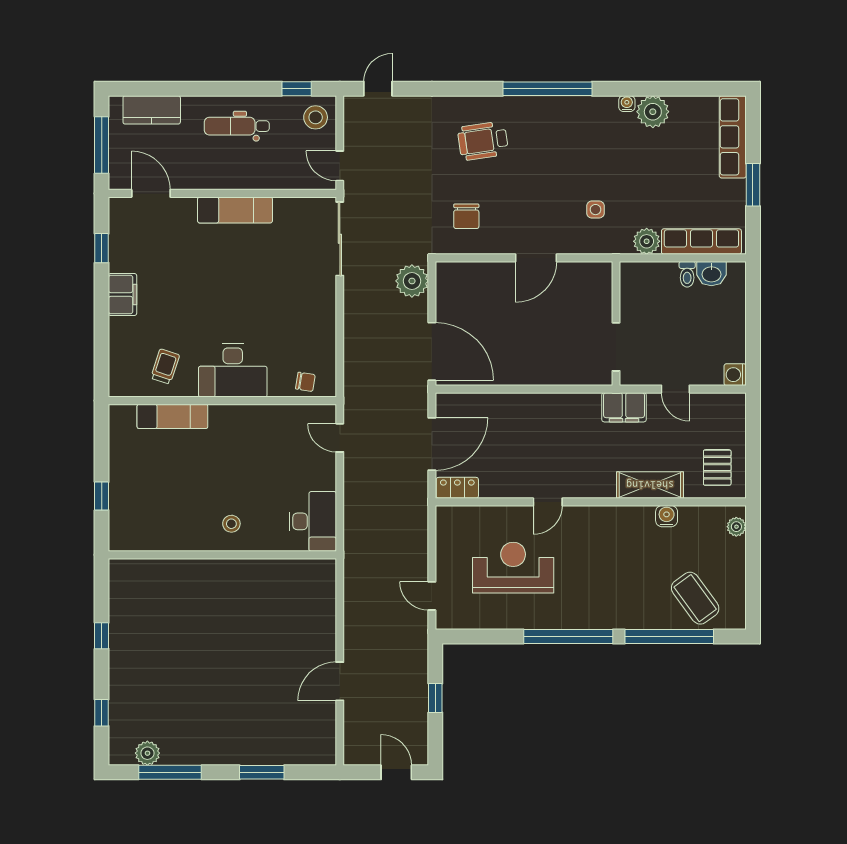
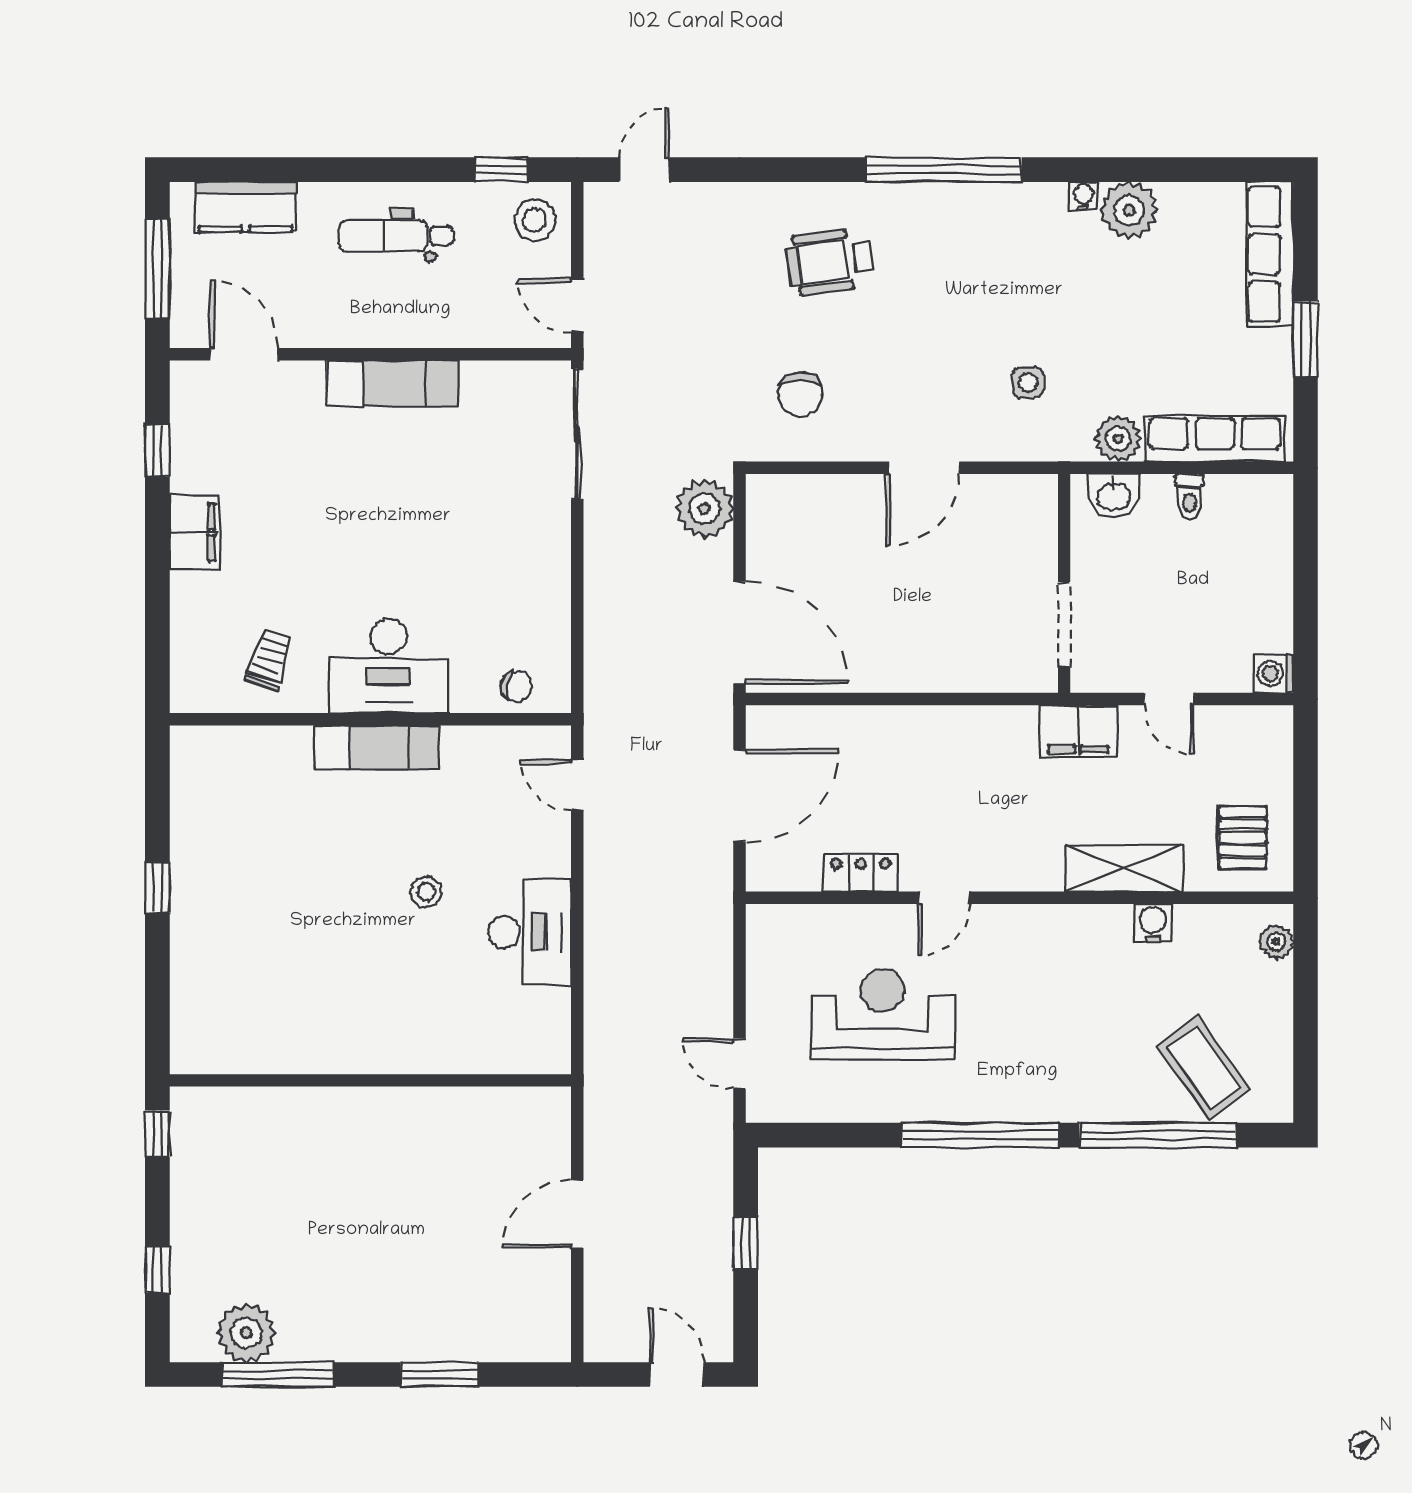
washbasin: (711, 274) -> (1114, 496), moved
exam couch: (172, 416) -> (377, 747), moved
locker: (457, 488) -> (861, 873), moved
stool: (231, 524) -> (426, 892), moved
wall: (222, 555) -> (370, 1080), moved
plant: (147, 753) -> (246, 1333), width x1.36, depth x1.36

